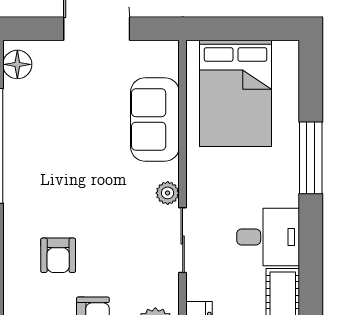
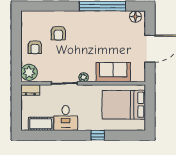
window: (311, 158) -> (98, 135), width x0.46
armchair: (58, 255) -> (58, 33), turned -90

